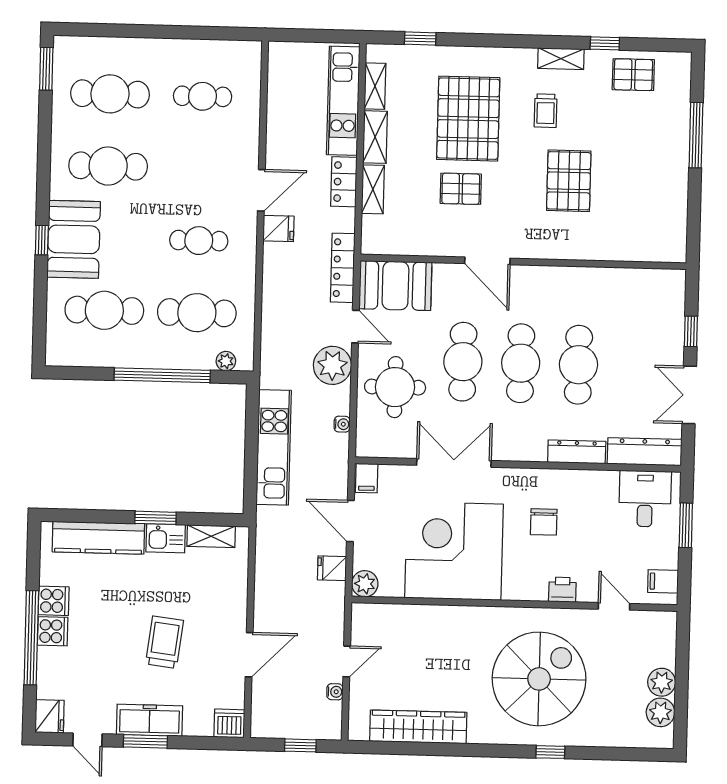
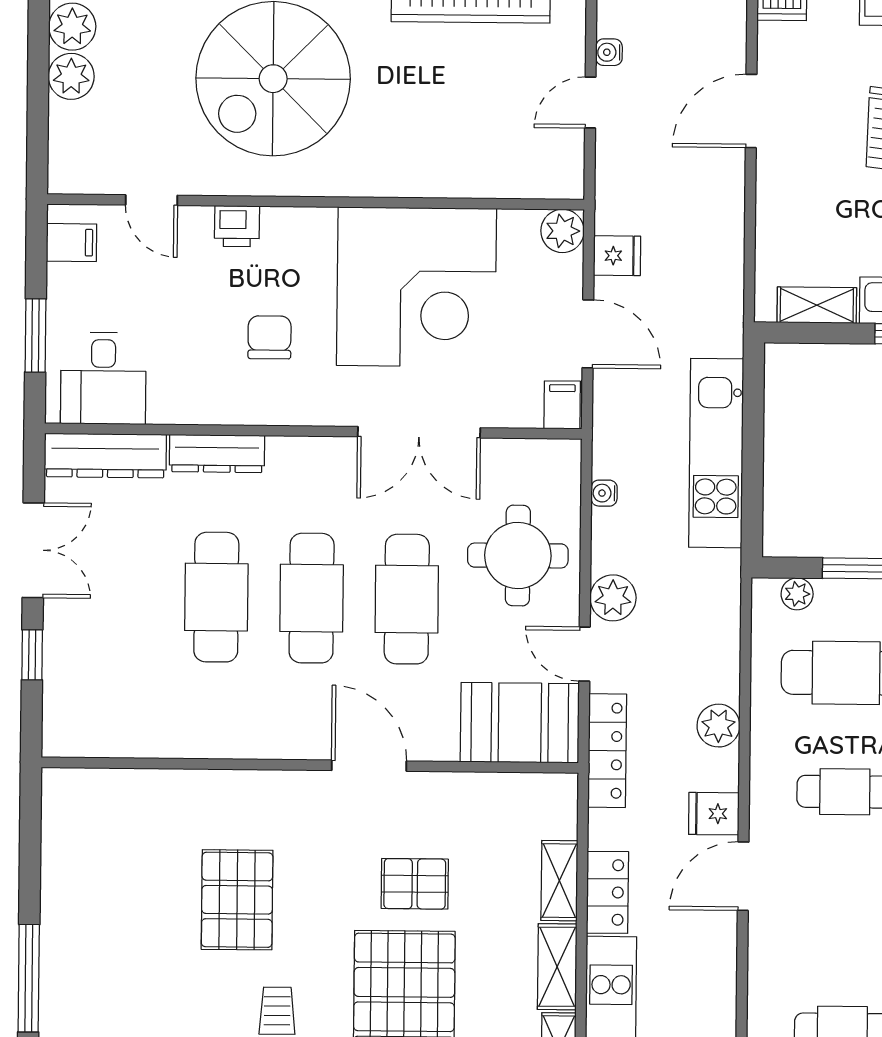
plant: (275, 282) -> (718, 726), added
plant: (332, 365) -> (613, 598), width x0.73, depth x0.73

